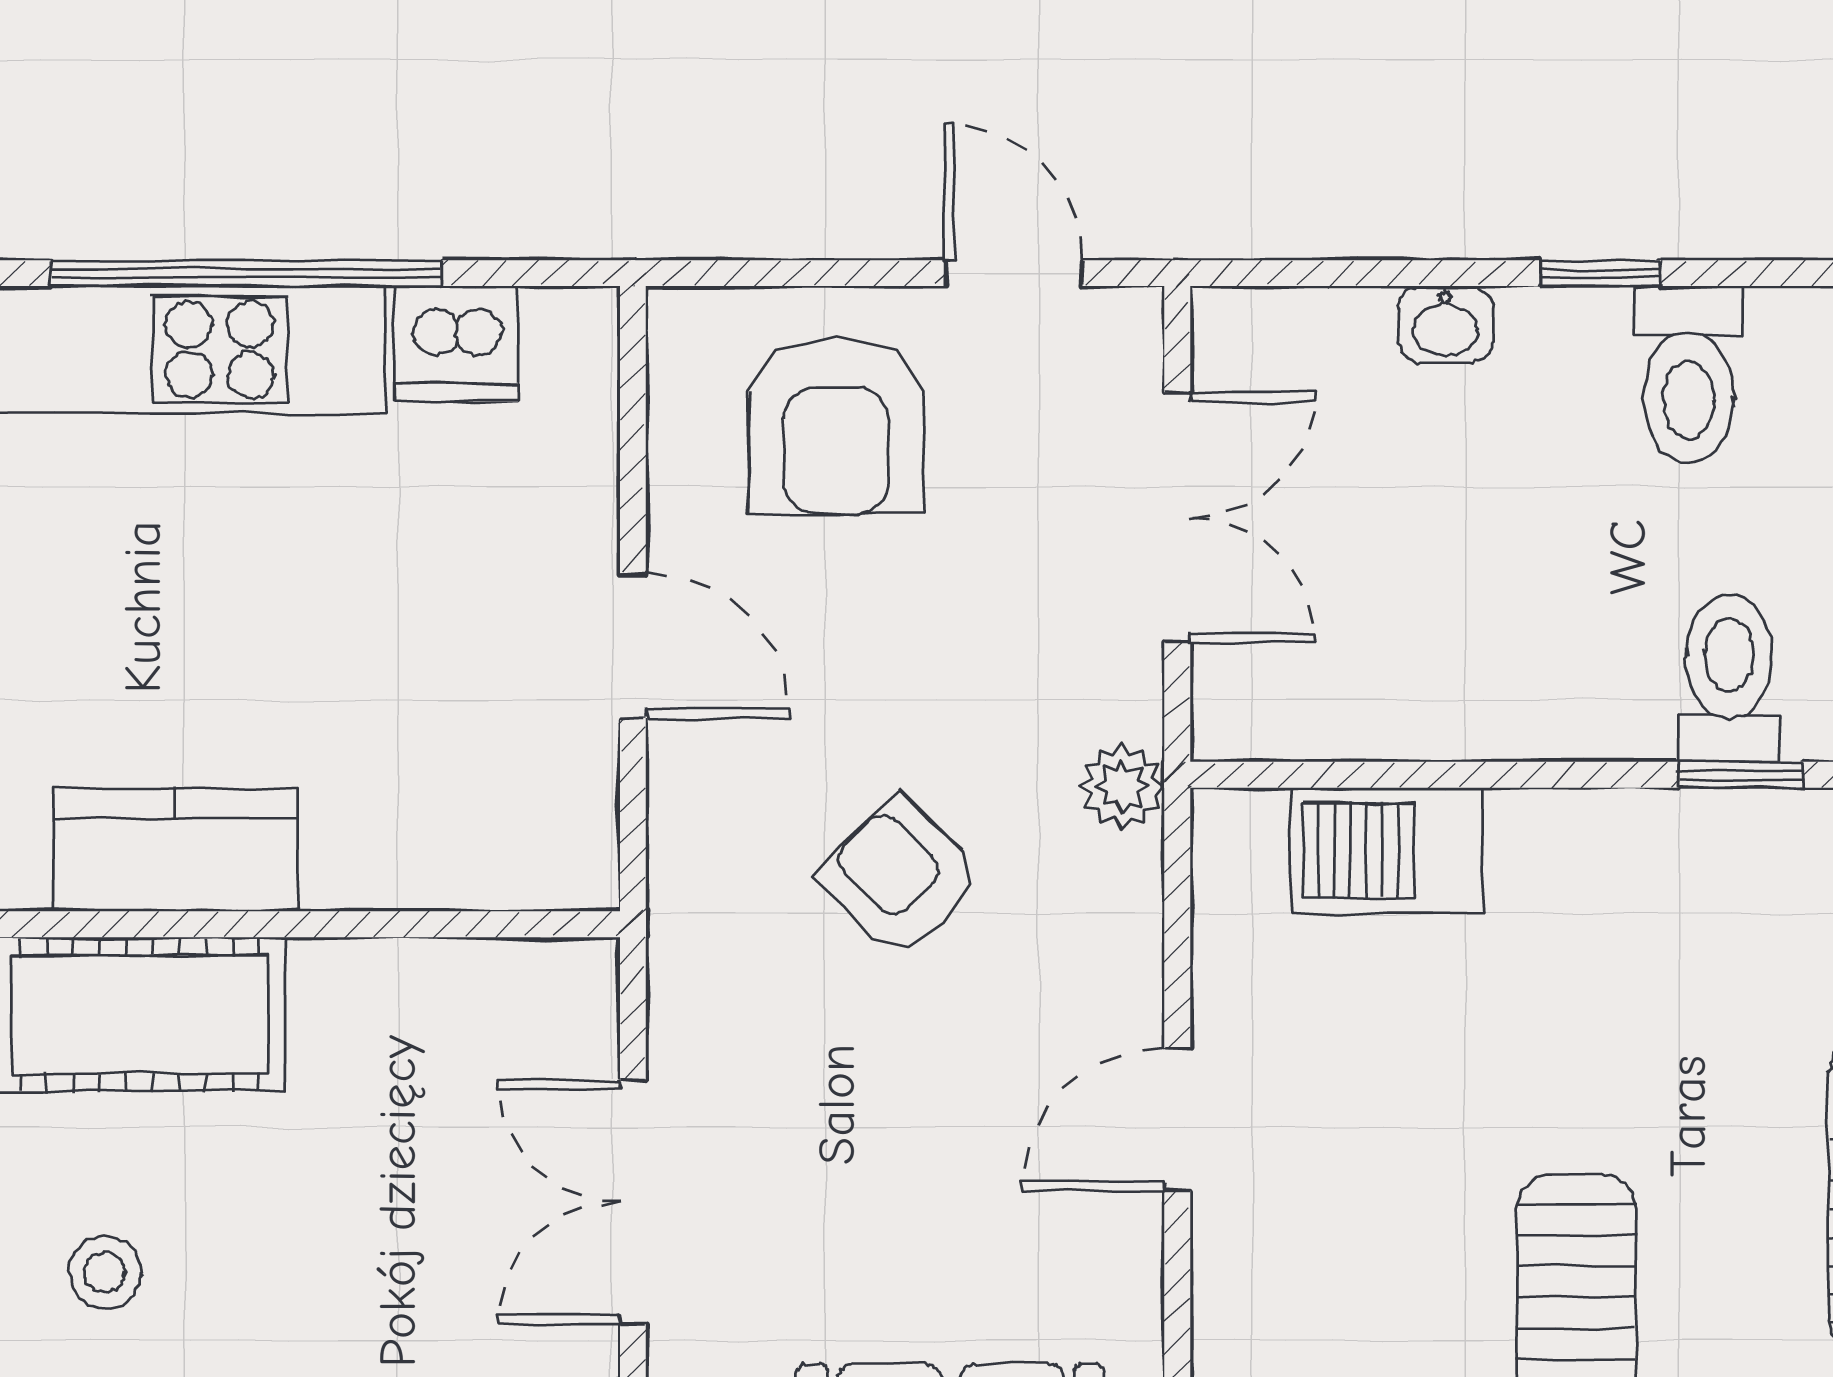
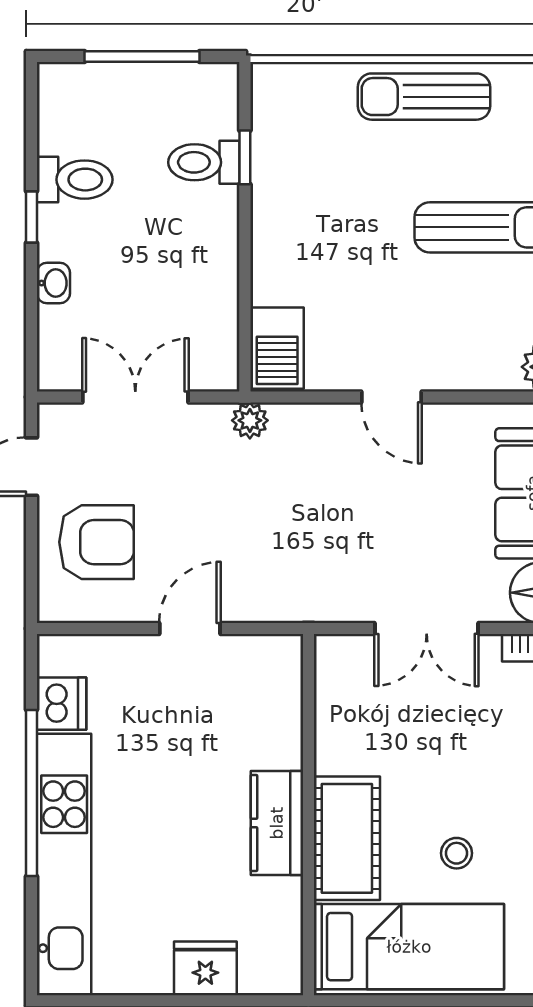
barbecue: (1387, 850) -> (277, 348), moved
armchair: (901, 877) -> (288, 515), removed

